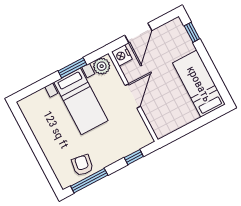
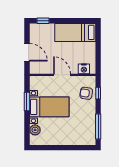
nightstand: (122, 55) -> (84, 69), moved
plant: (102, 66) -> (35, 130), moved
armchair: (82, 165) -> (86, 93), moved

